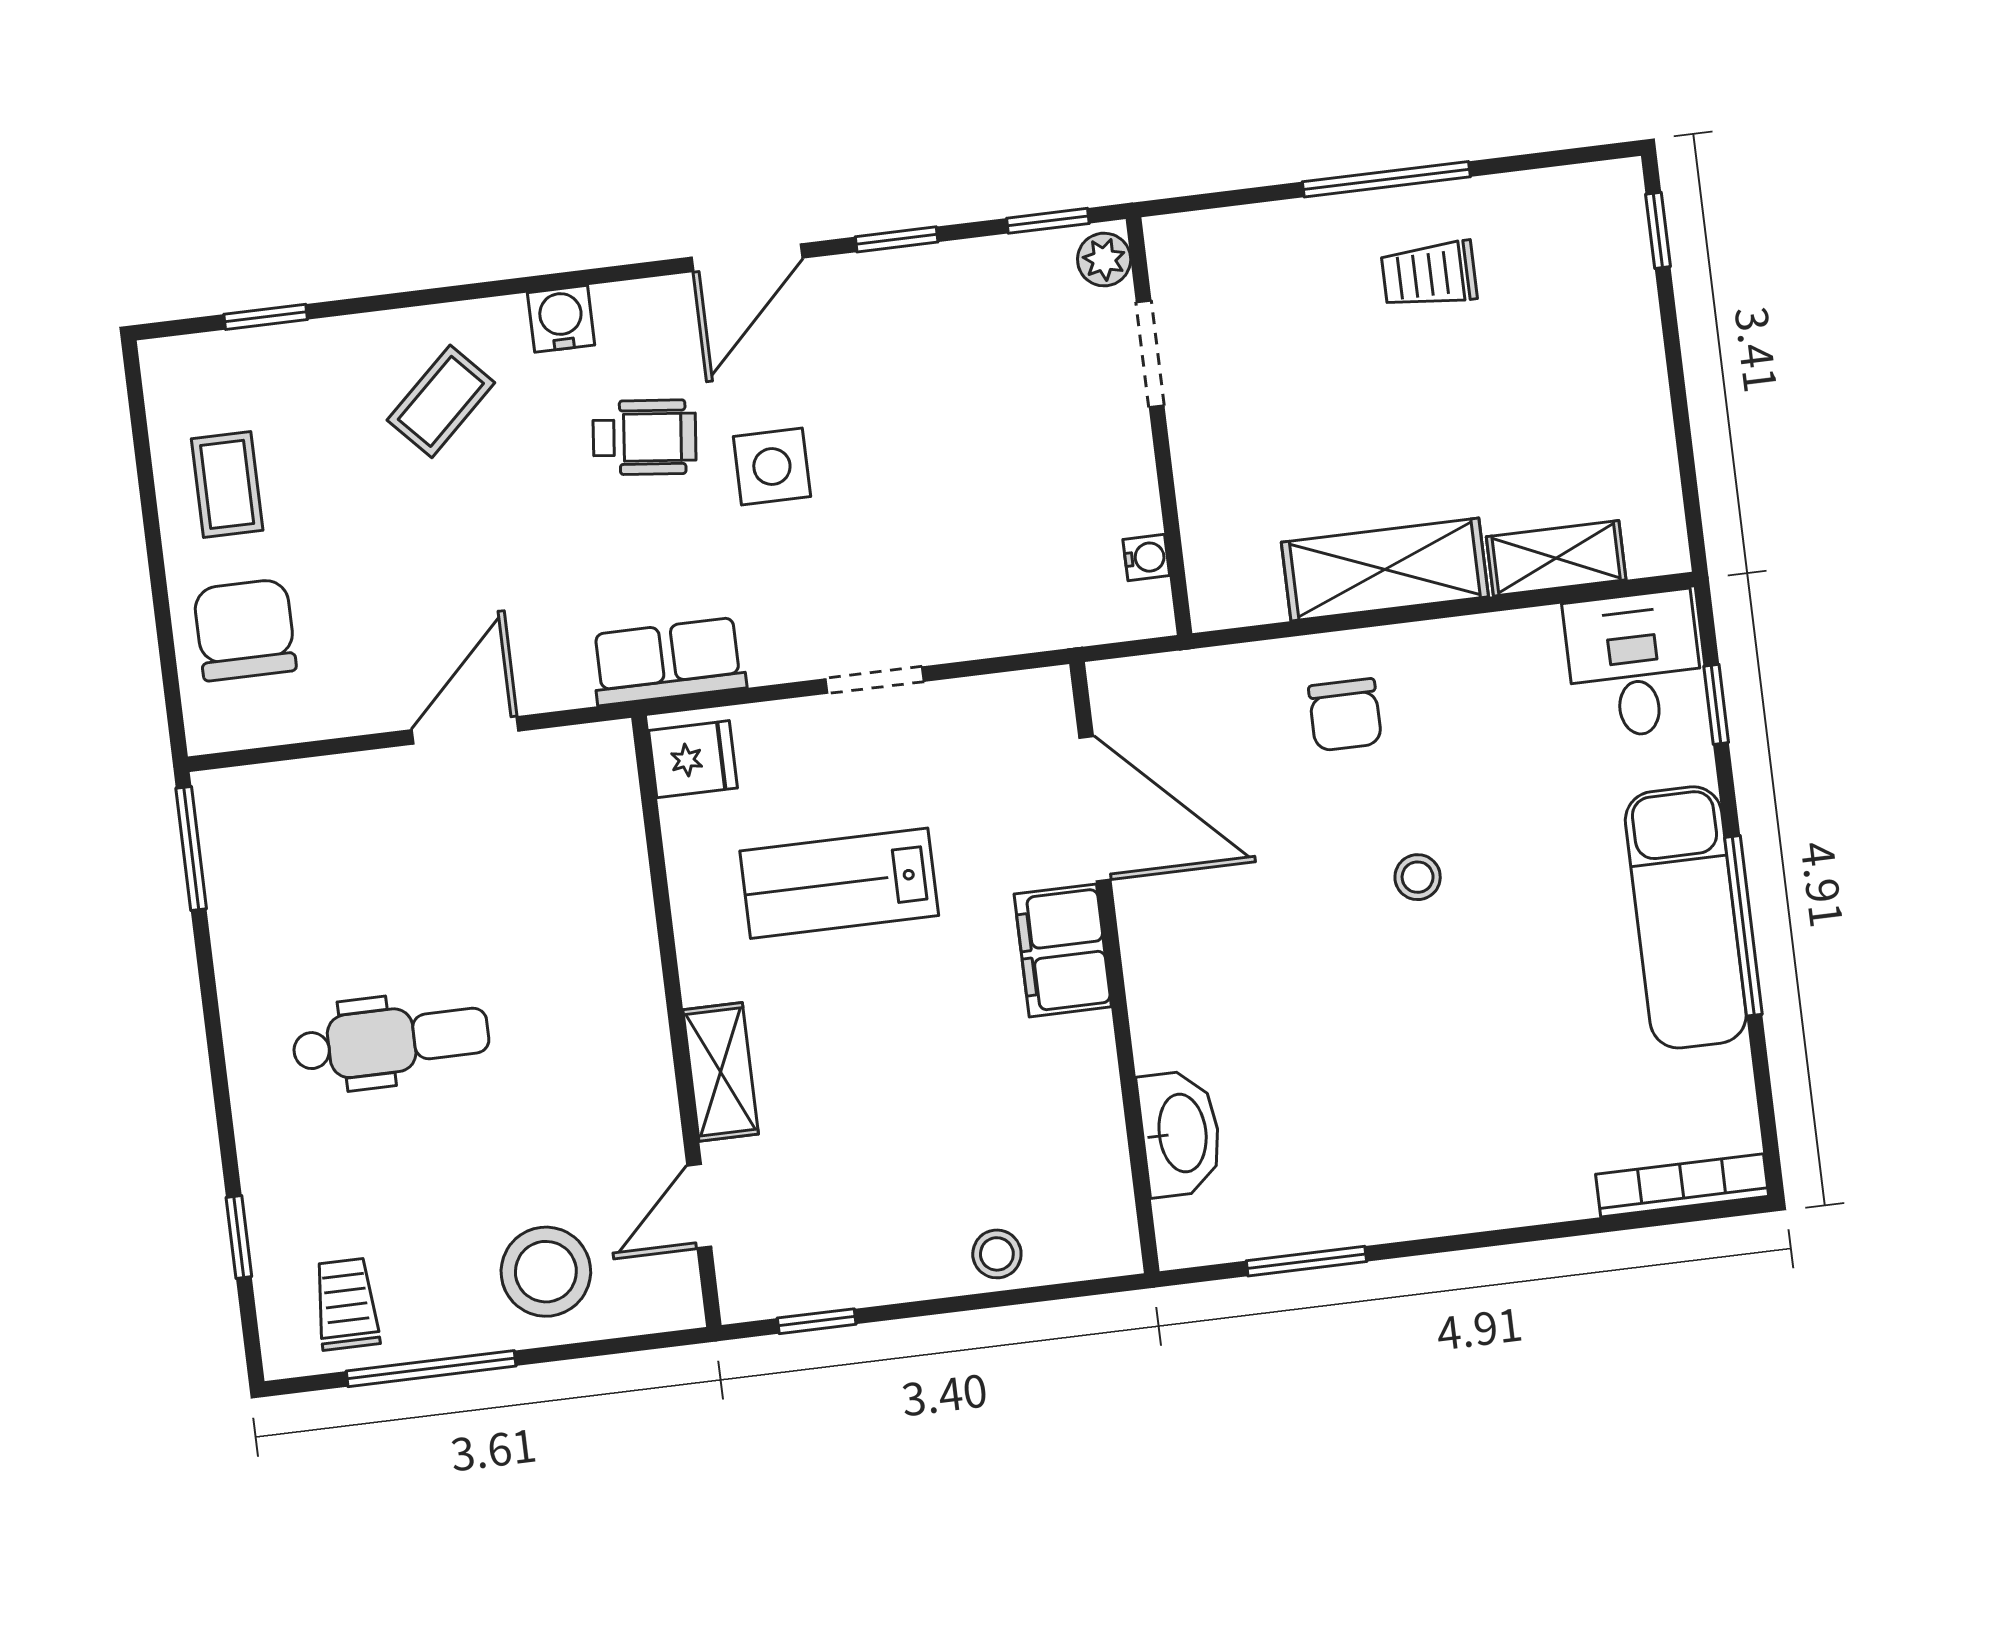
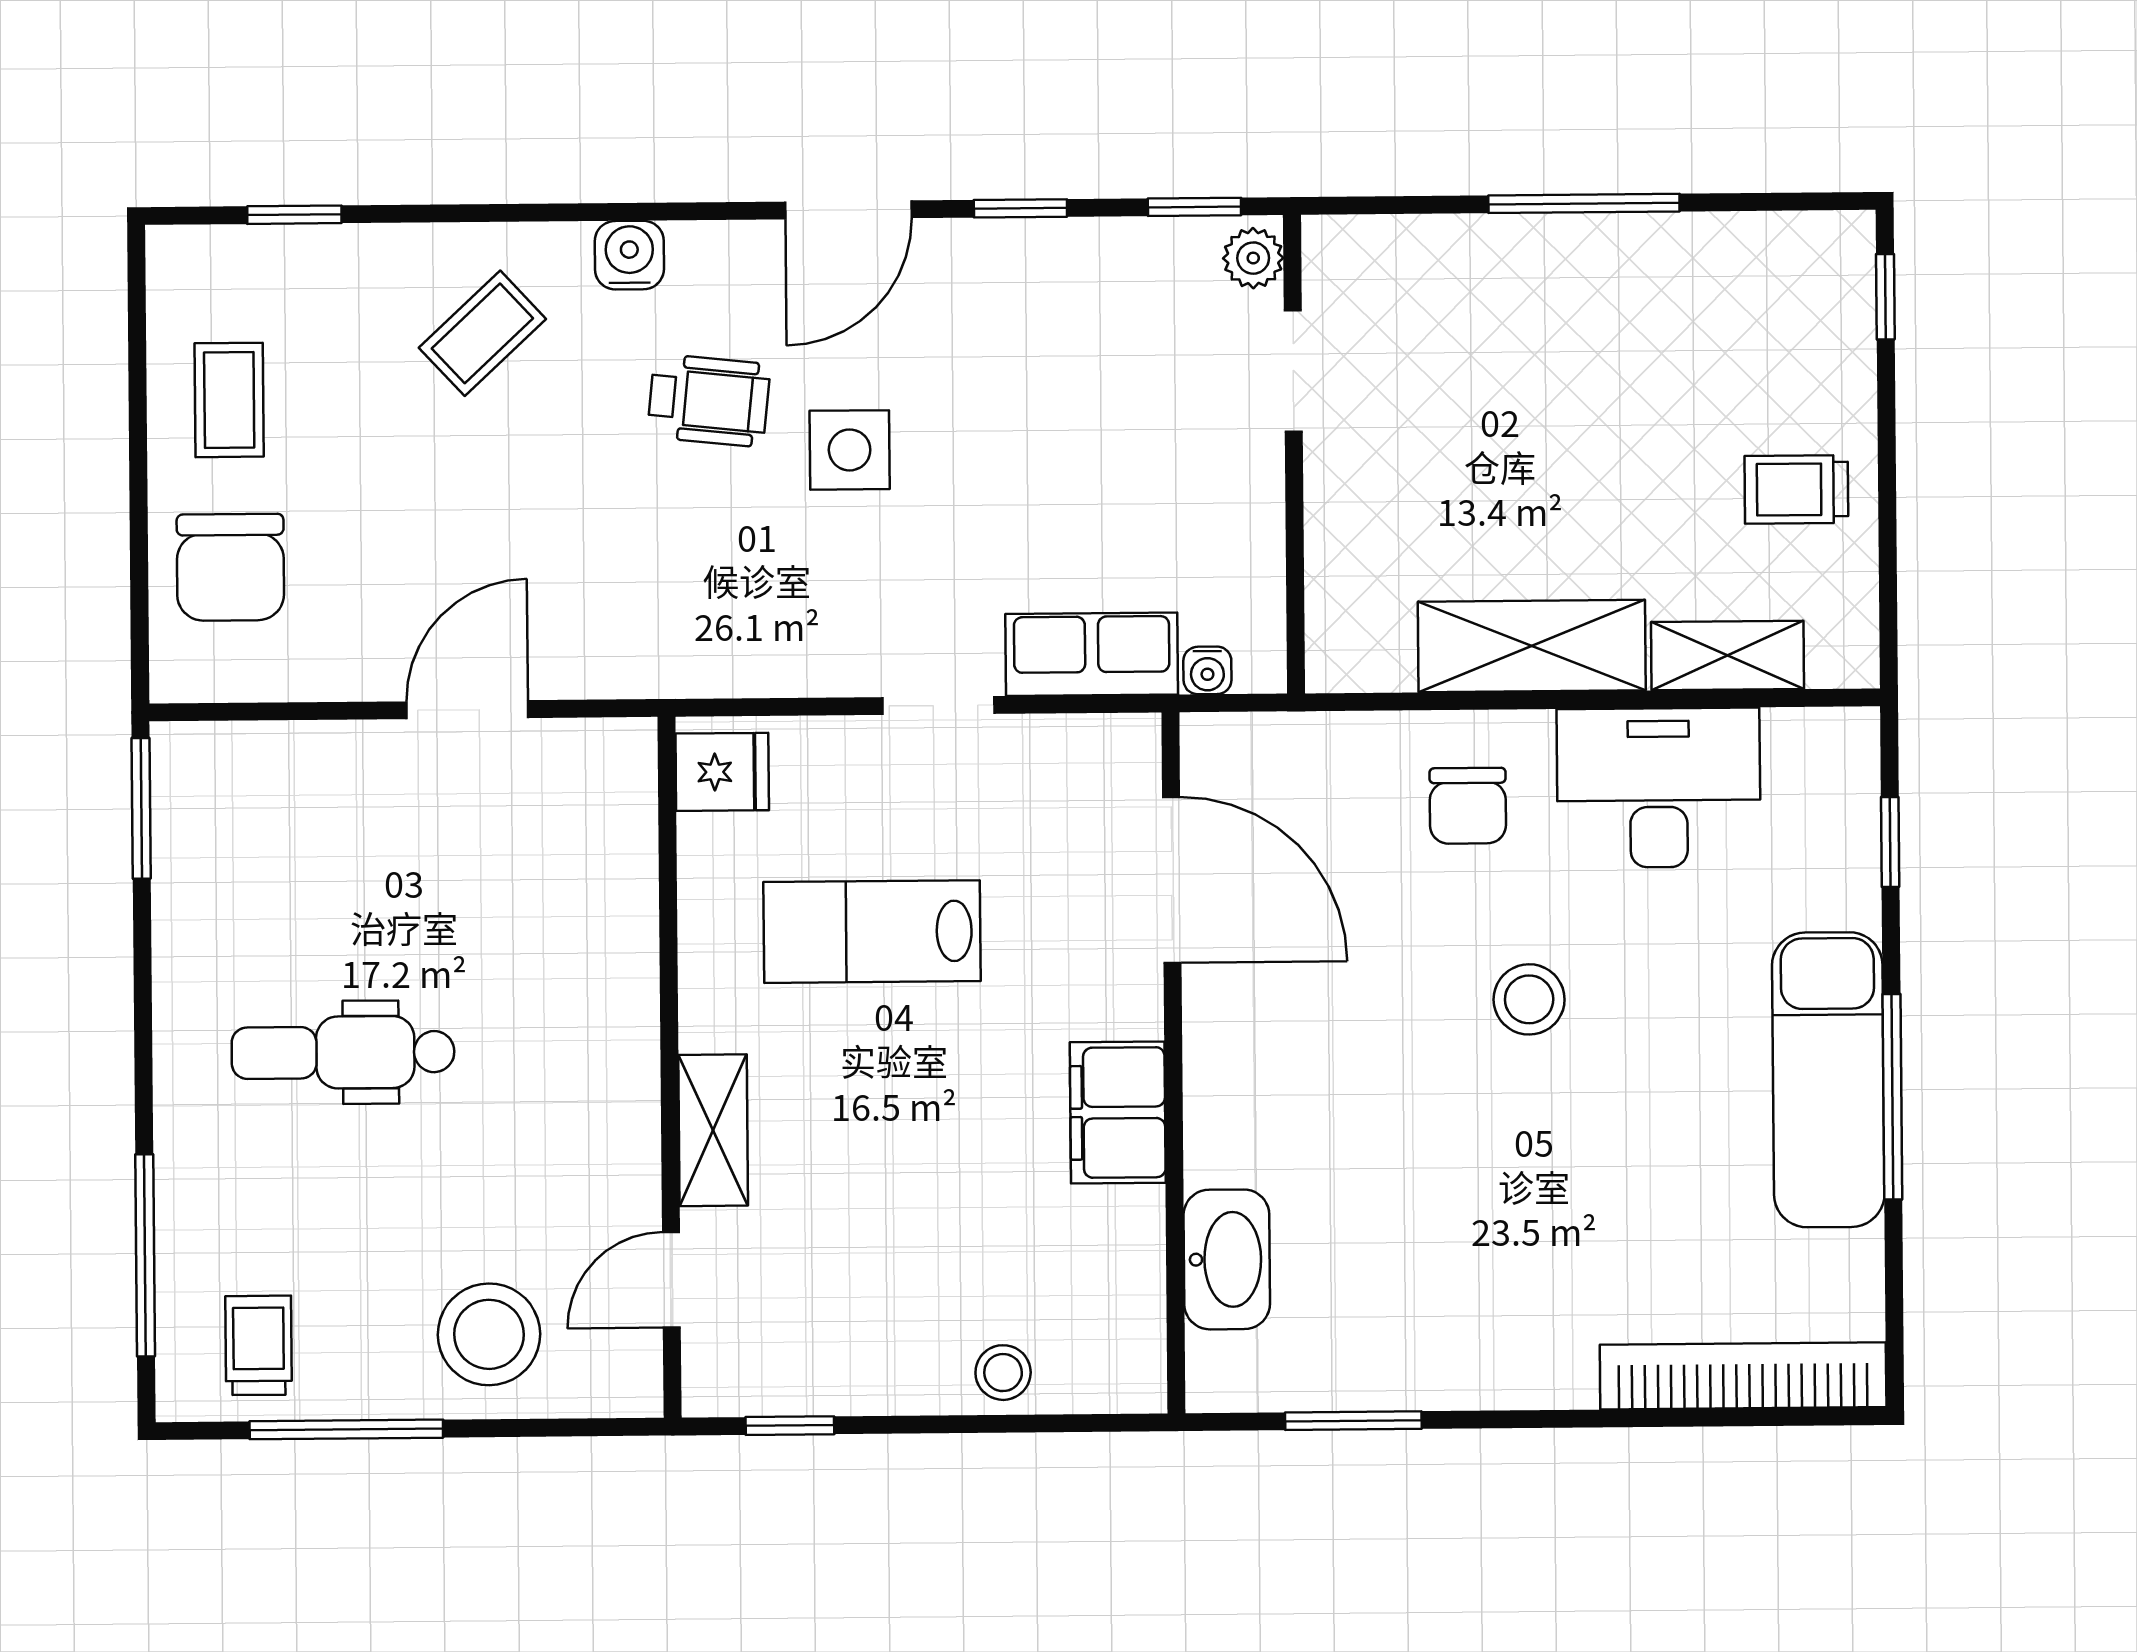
trolley: (1429, 275) -> (1796, 489), moved
water cooler: (1146, 557) -> (1207, 670), moved, turned 90
chair: (245, 630) -> (230, 567), turned 180
row of seats: (668, 661) -> (1092, 654), moved
desk: (1634, 665) -> (1659, 788), moved, width x1.37
stool: (1418, 877) -> (1529, 999), width x1.37, depth x1.37
filing cabinet: (1063, 950) -> (1118, 1113), moved
dental chair: (391, 1041) -> (343, 1052), turned 180
bookcase: (1682, 1185) -> (1743, 1376), width x1.48, depth x1.31
window: (239, 1237) -> (145, 1255), width x2.17

